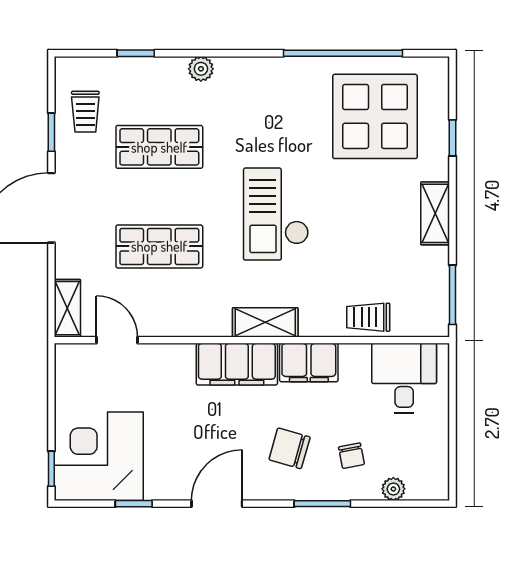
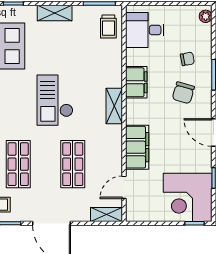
checkout: (276, 214) -> (55, 100), turned 90
trolley: (368, 317) -> (108, 27), moved
filing cabinet: (237, 364) -> (137, 147), moved
plant: (393, 489) -> (206, 16), moved

